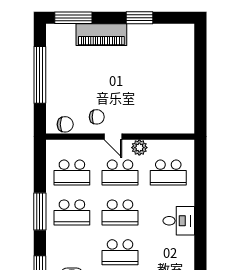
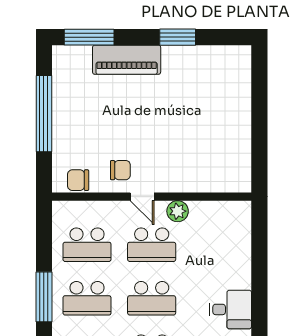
chair: (65, 124) -> (78, 180), turned 180
school desk: (168, 173) -> (216, 245), removed

